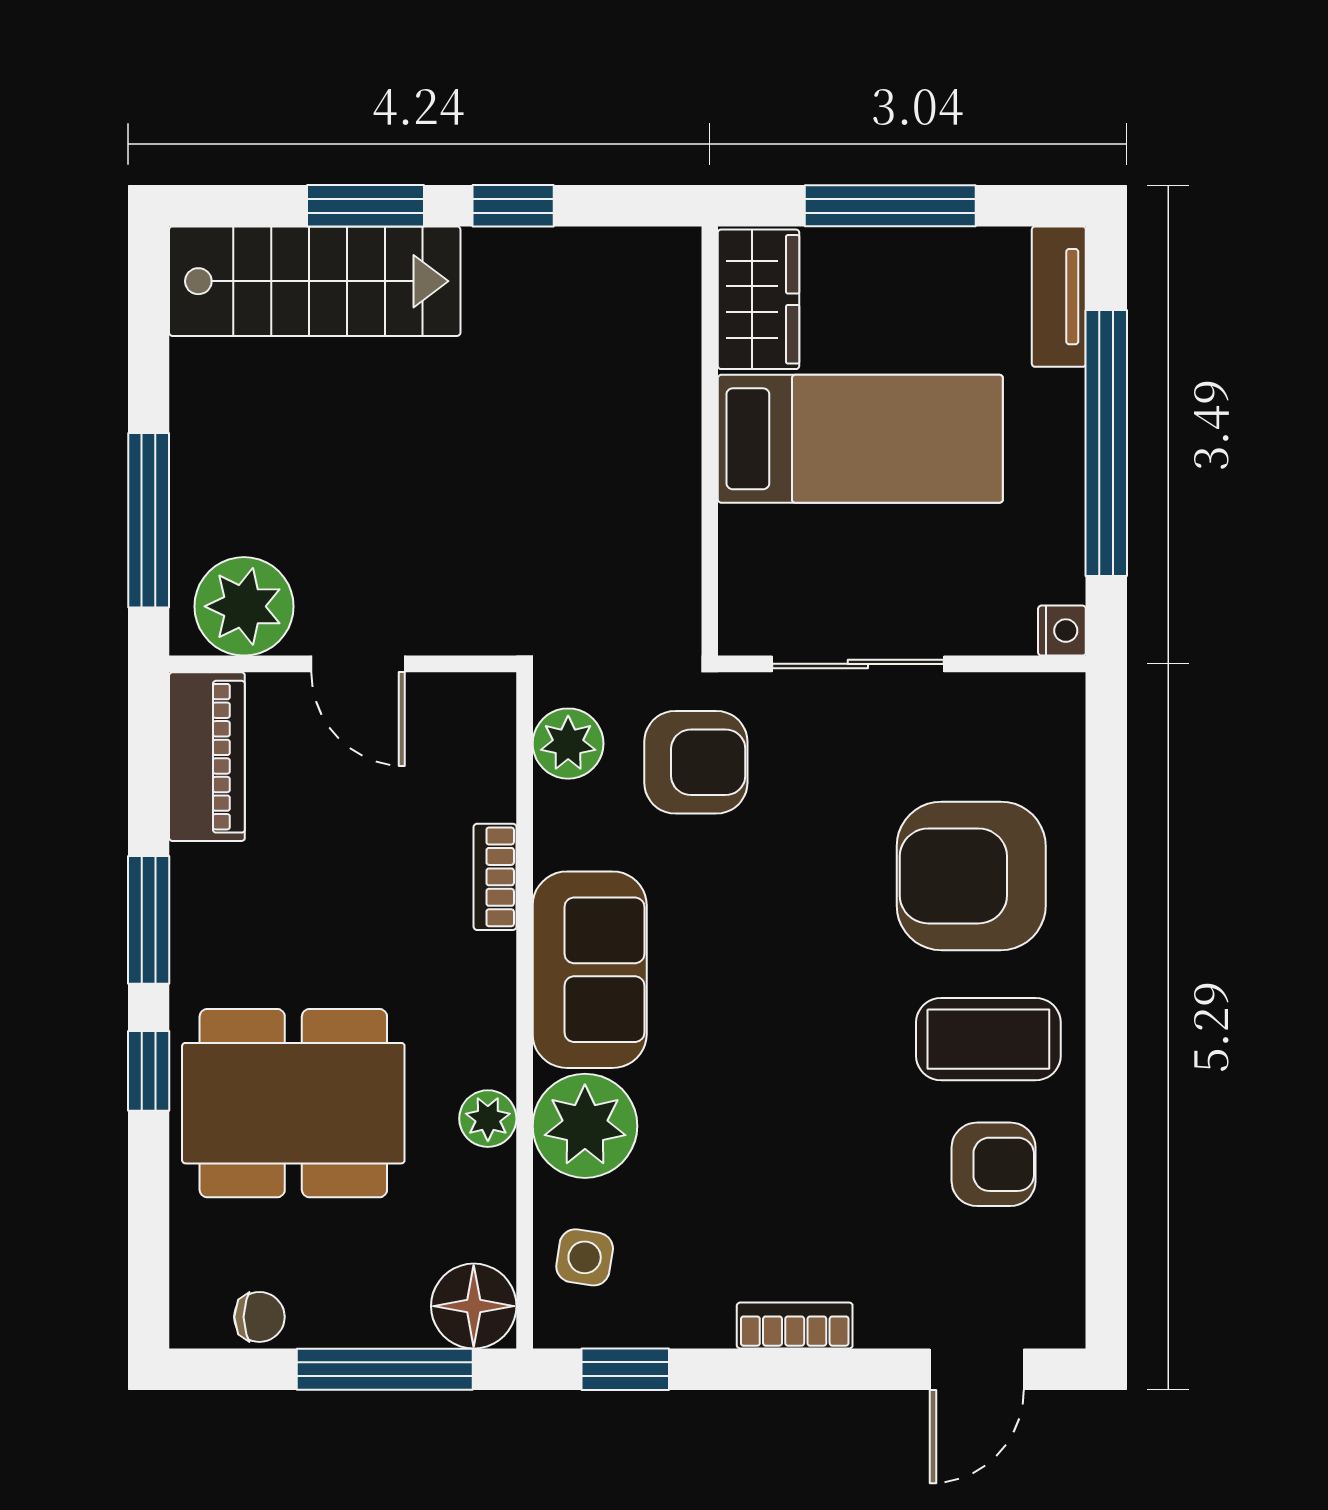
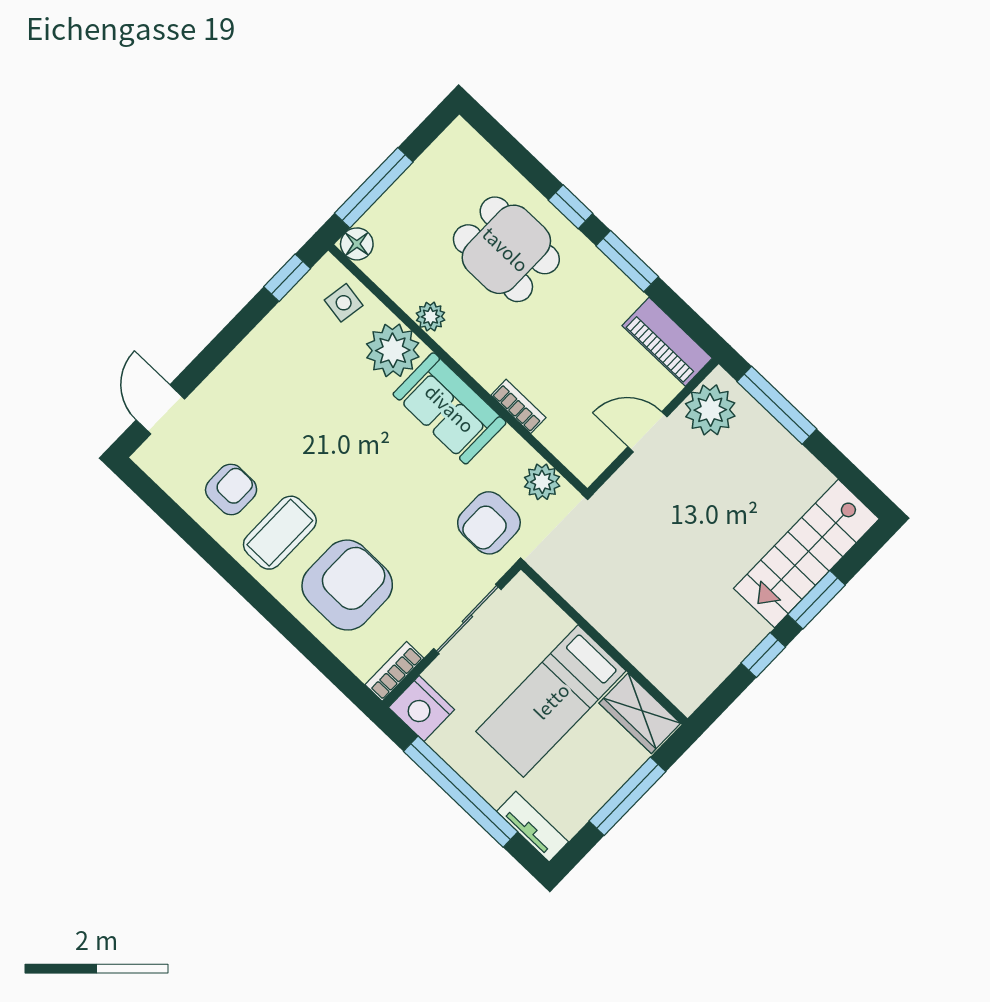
nightstand: (1062, 631) -> (421, 708), width x1.89, depth x1.79
dining table: (293, 1103) -> (506, 249), width x0.73
armchair: (994, 1164) -> (231, 490), turned 180
floor lamp: (474, 1306) -> (357, 244), width x0.73, depth x0.73
chair: (259, 1317) -> (438, 160), removed
bookcase: (795, 1326) -> (394, 671), moved, turned 180

